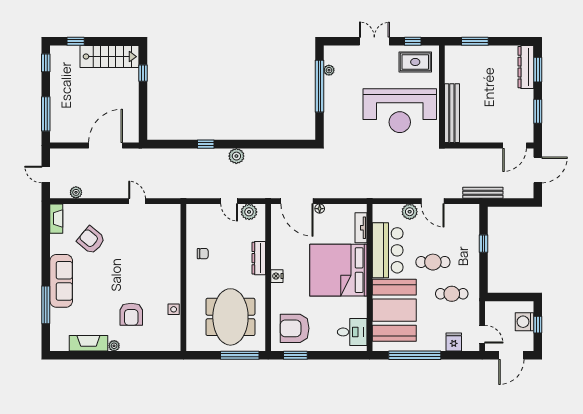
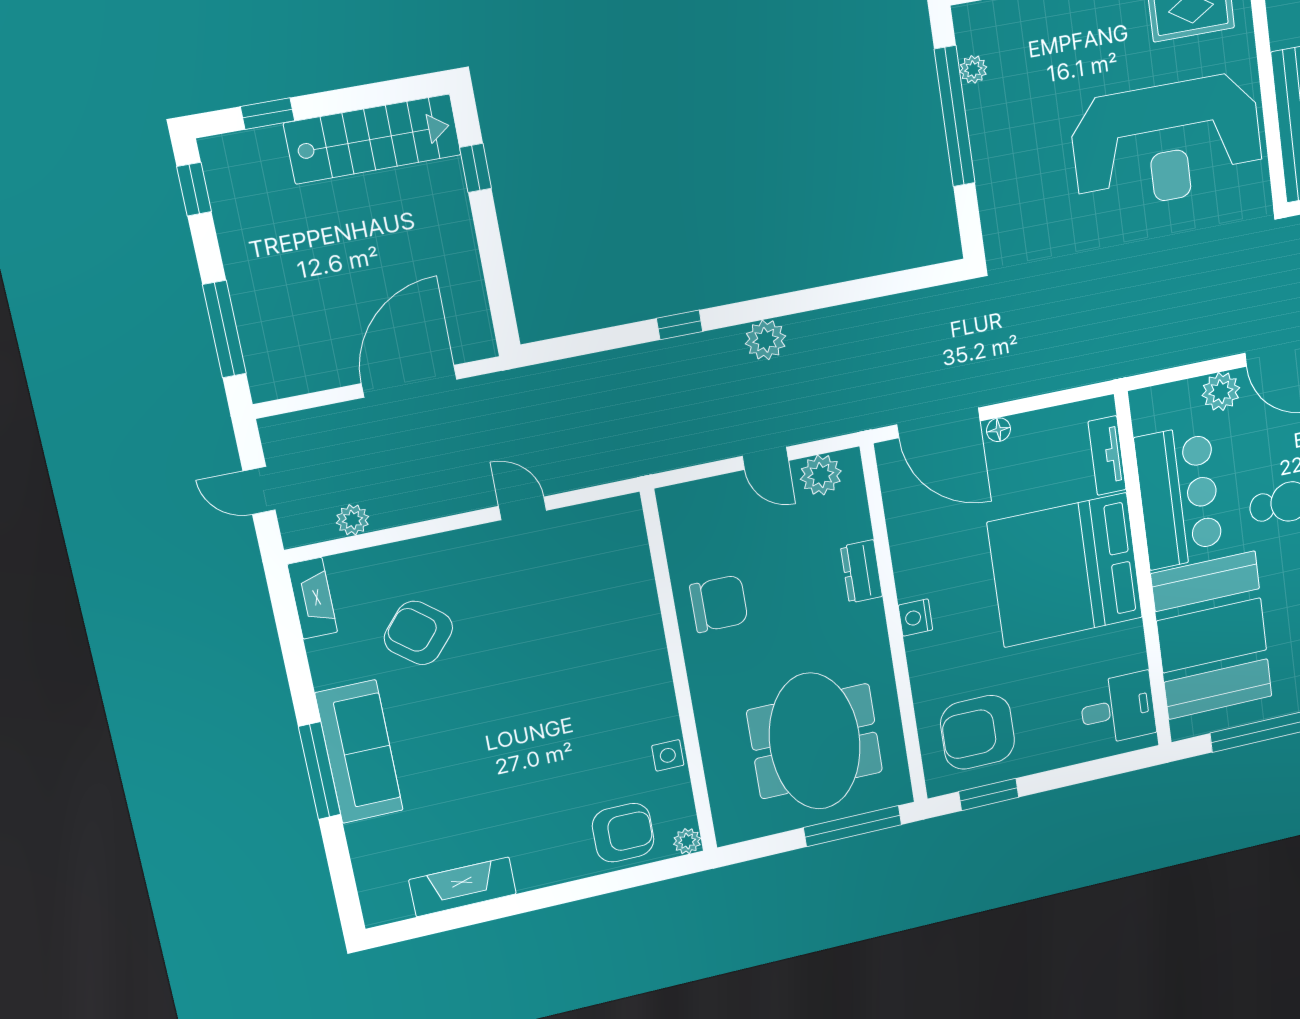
chair: (203, 254) -> (719, 604), width x1.87, depth x1.87
dresser: (259, 258) -> (861, 571), width x0.70
window: (46, 305) -> (320, 771), moved
armchair: (131, 314) -> (623, 833), moved, turned -90
plant: (114, 346) -> (687, 841), moved

